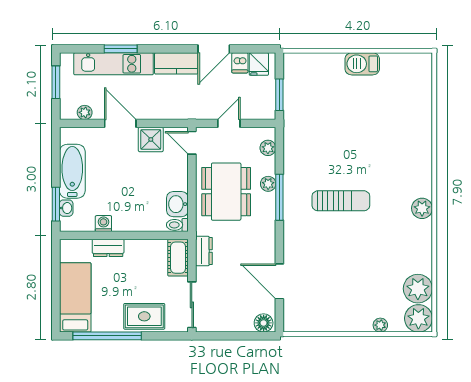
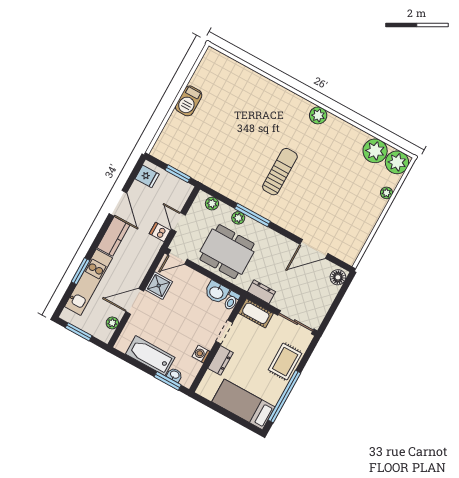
dishwasher: (240, 63) -> (160, 232), moved, turned 180
doorway: (140, 235) -> (224, 332), added

